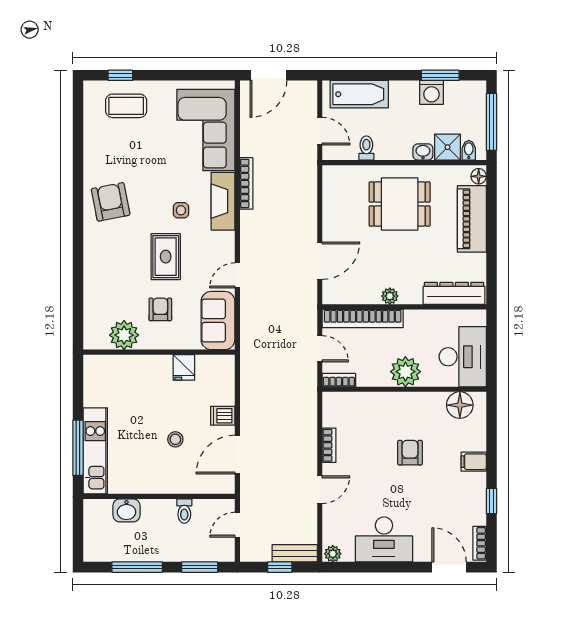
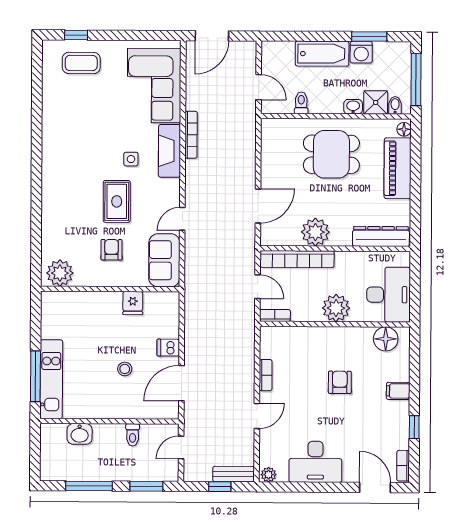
bathtub: (359, 94) -> (322, 54), moved
armchair: (111, 202) -> (66, 151), removed
plant: (390, 296) -> (315, 232), width x1.88, depth x1.88
plant: (124, 335) -> (60, 273), moved

